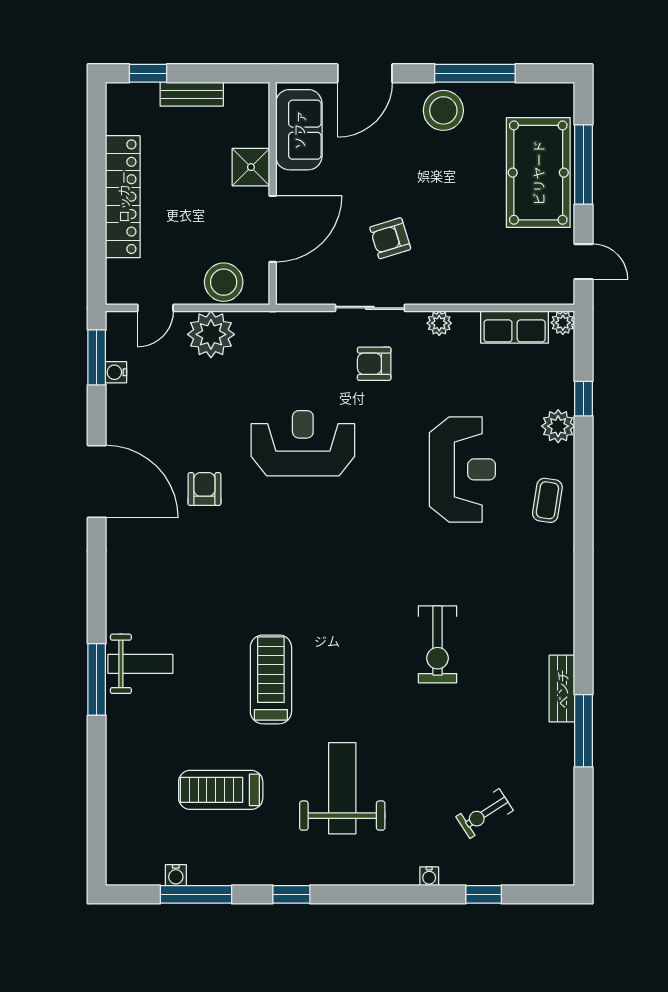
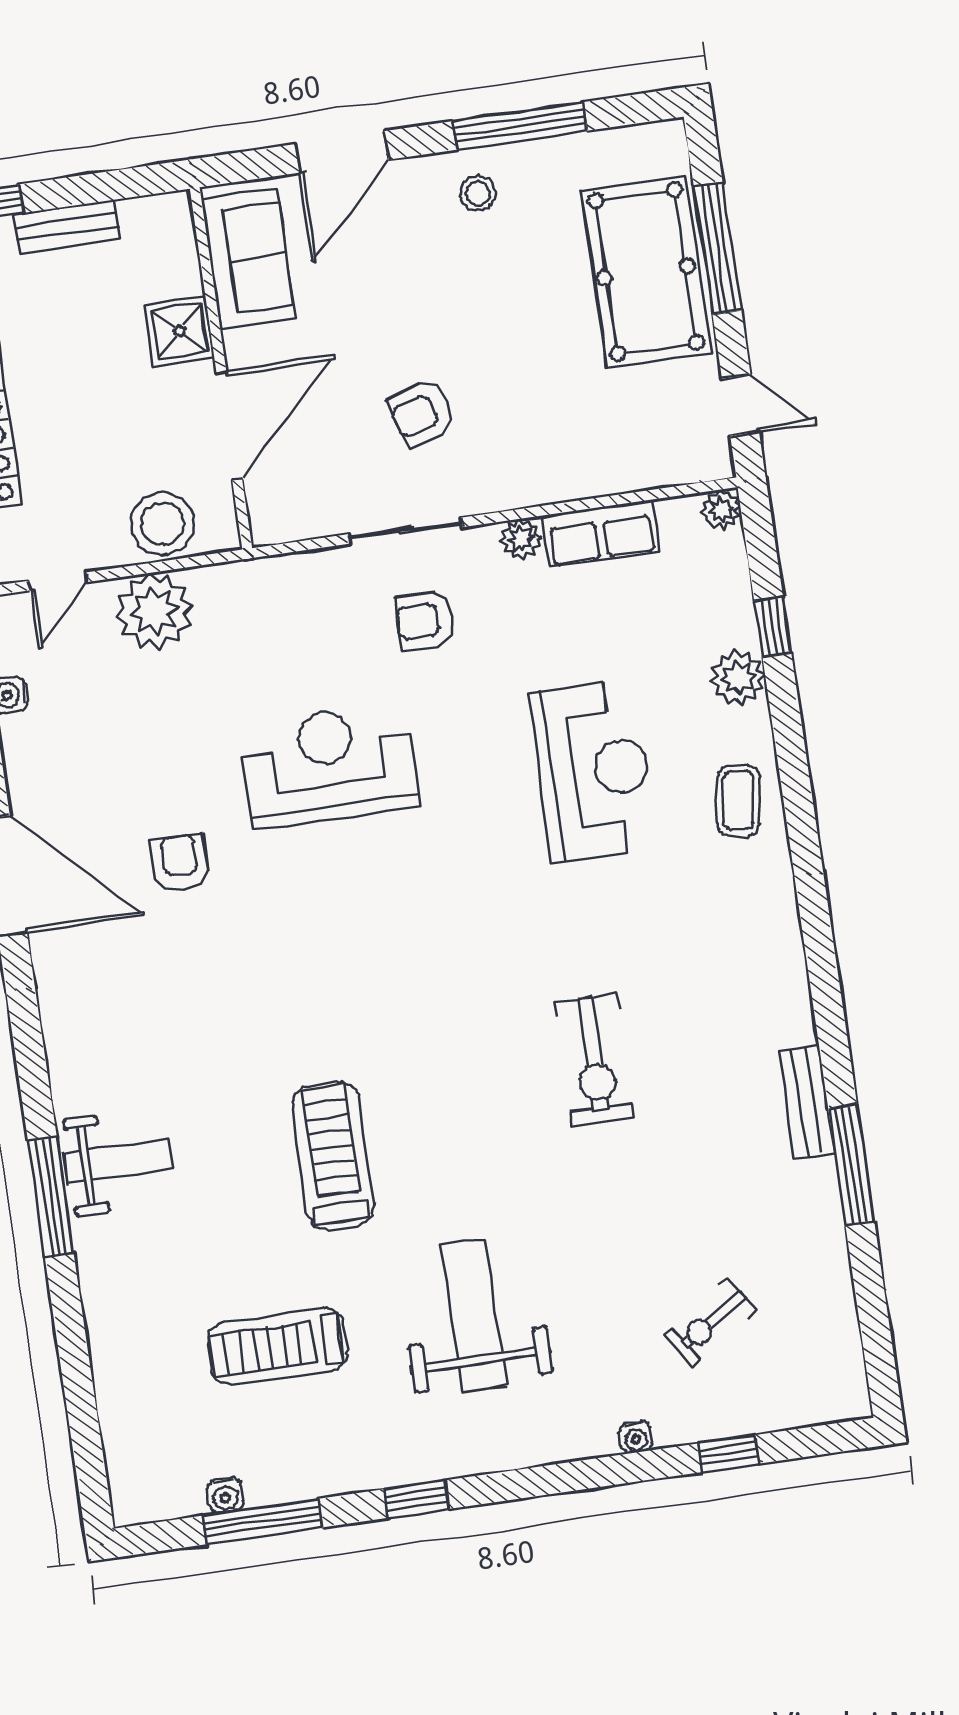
stool: (443, 110) -> (478, 194), width x0.53, depth x0.53
row of seats: (515, 327) -> (601, 534), moved

